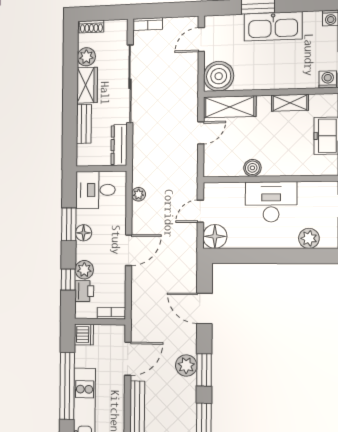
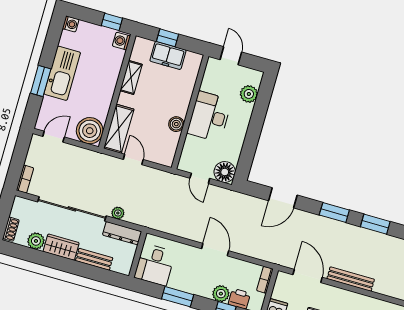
door: (201, 40) -> (54, 137), swing flipped
plant: (139, 194) -> (118, 213), moved
floor lamp: (84, 233) -> (189, 286), removed
plant: (186, 366) -> (327, 227), removed

